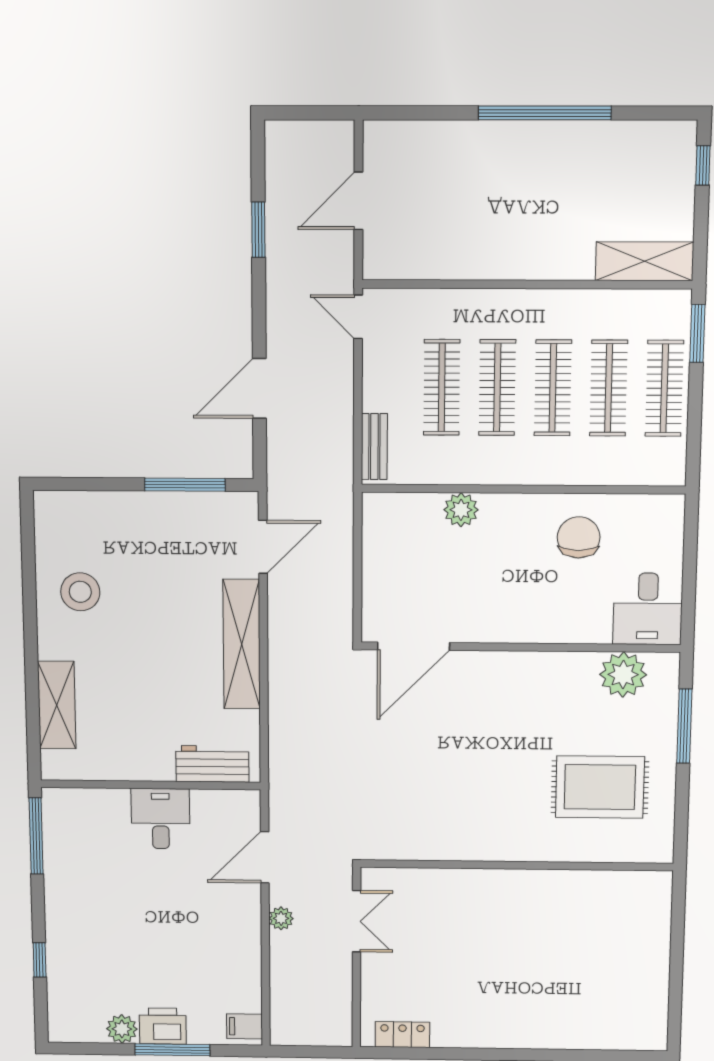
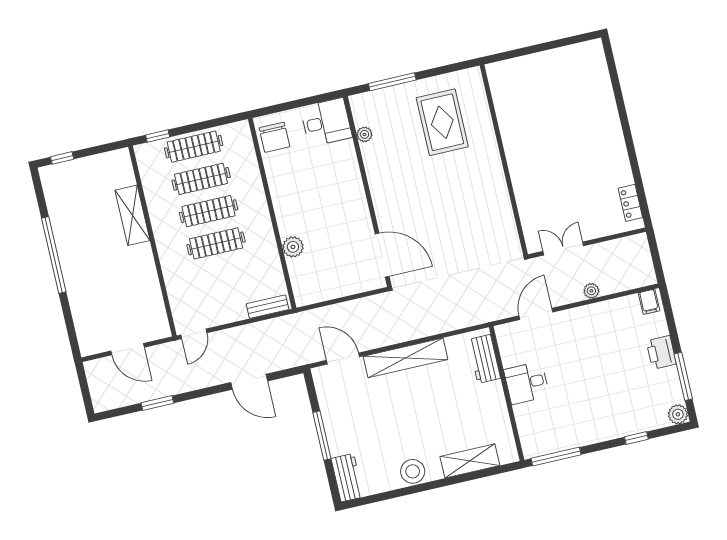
shelving: (645, 261) -> (132, 215), moved
window: (697, 334) -> (158, 136), width x0.67
clothes rail: (442, 387) -> (223, 276), removed
window: (185, 485) -> (322, 436), moved
workbench: (70, 509) -> (347, 478), added
chair: (579, 537) -> (274, 137), moved, turned -90
stool: (80, 592) -> (413, 471), moved
plant: (623, 675) -> (364, 134), width x0.53, depth x0.53
door: (265, 857) -> (536, 314), swing flipped
plant: (281, 918) -> (591, 291), moved
plant: (122, 1029) -> (678, 414), moved
window: (172, 1050) -> (683, 376), moved

